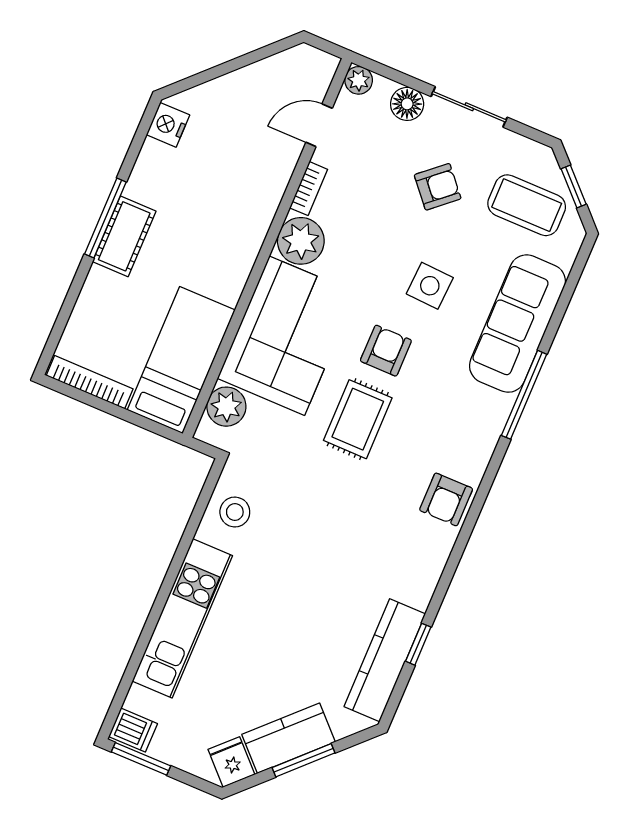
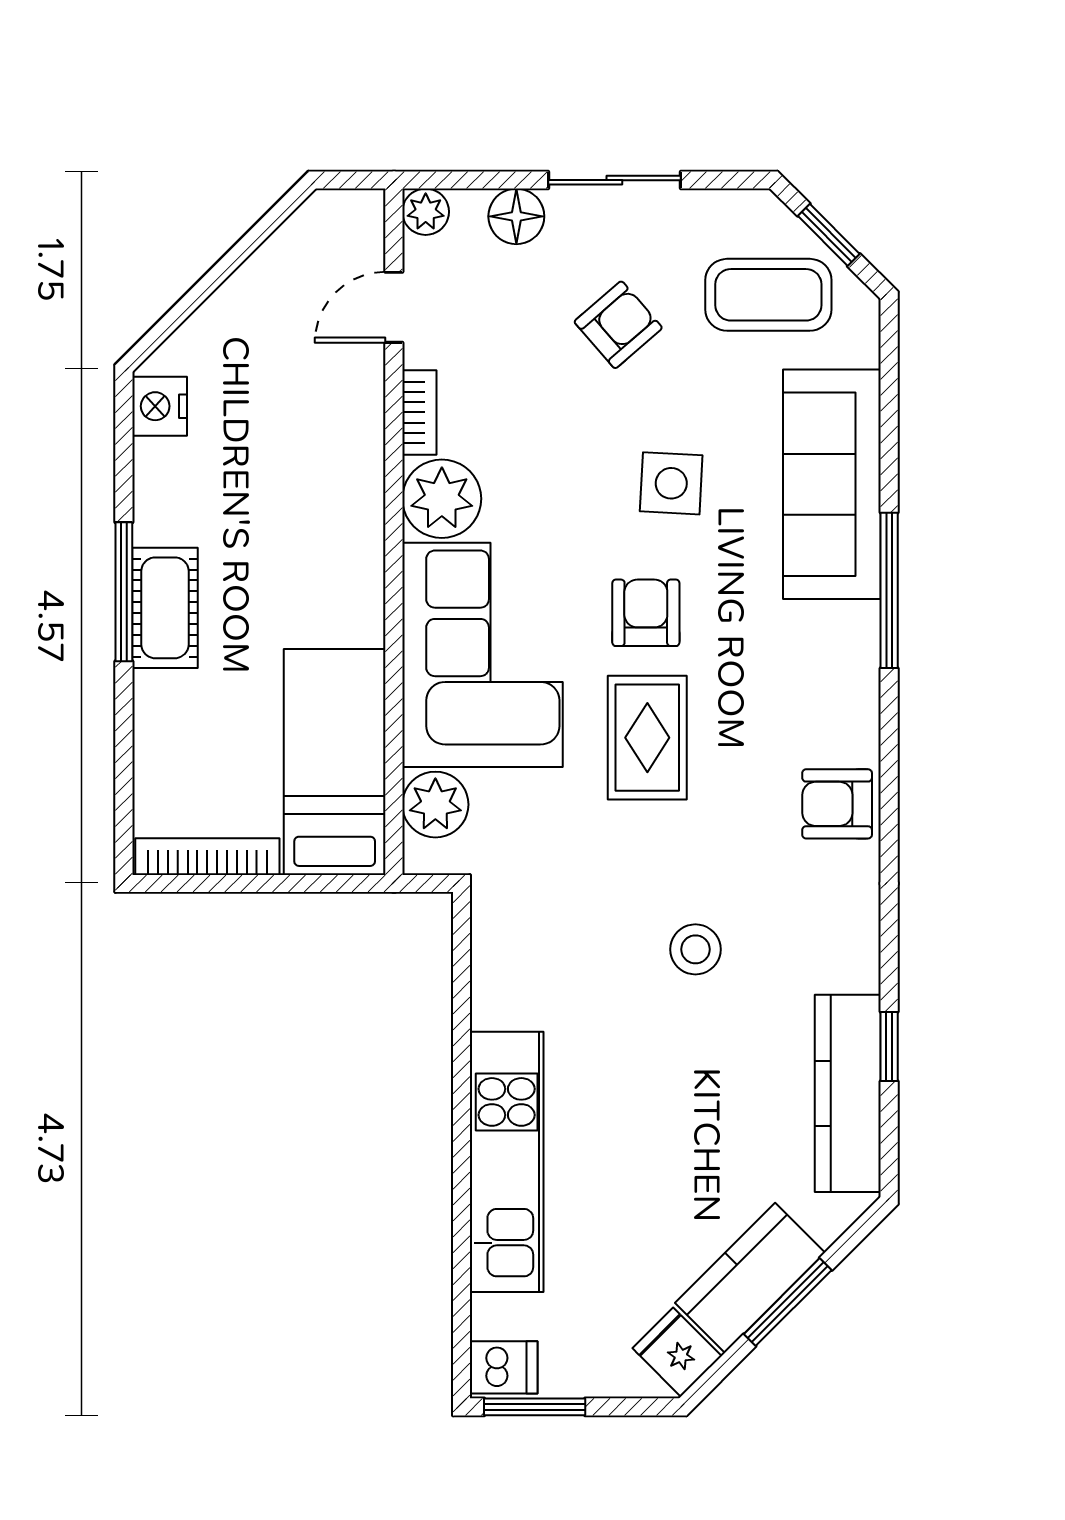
armchair: (446, 499) -> (837, 804), turned 90
stool: (235, 512) -> (695, 949), moved

